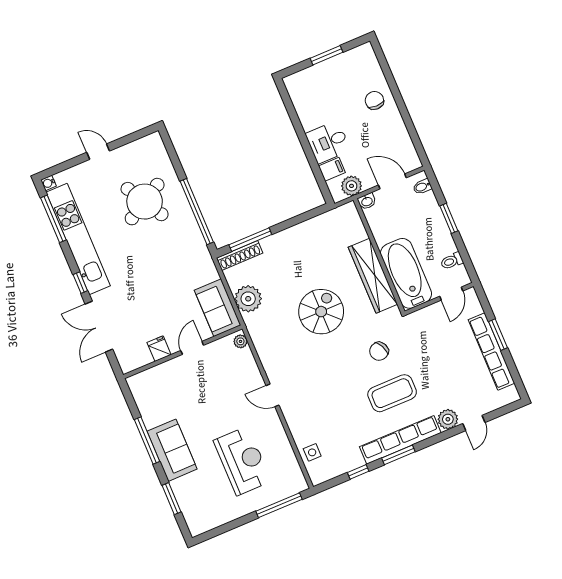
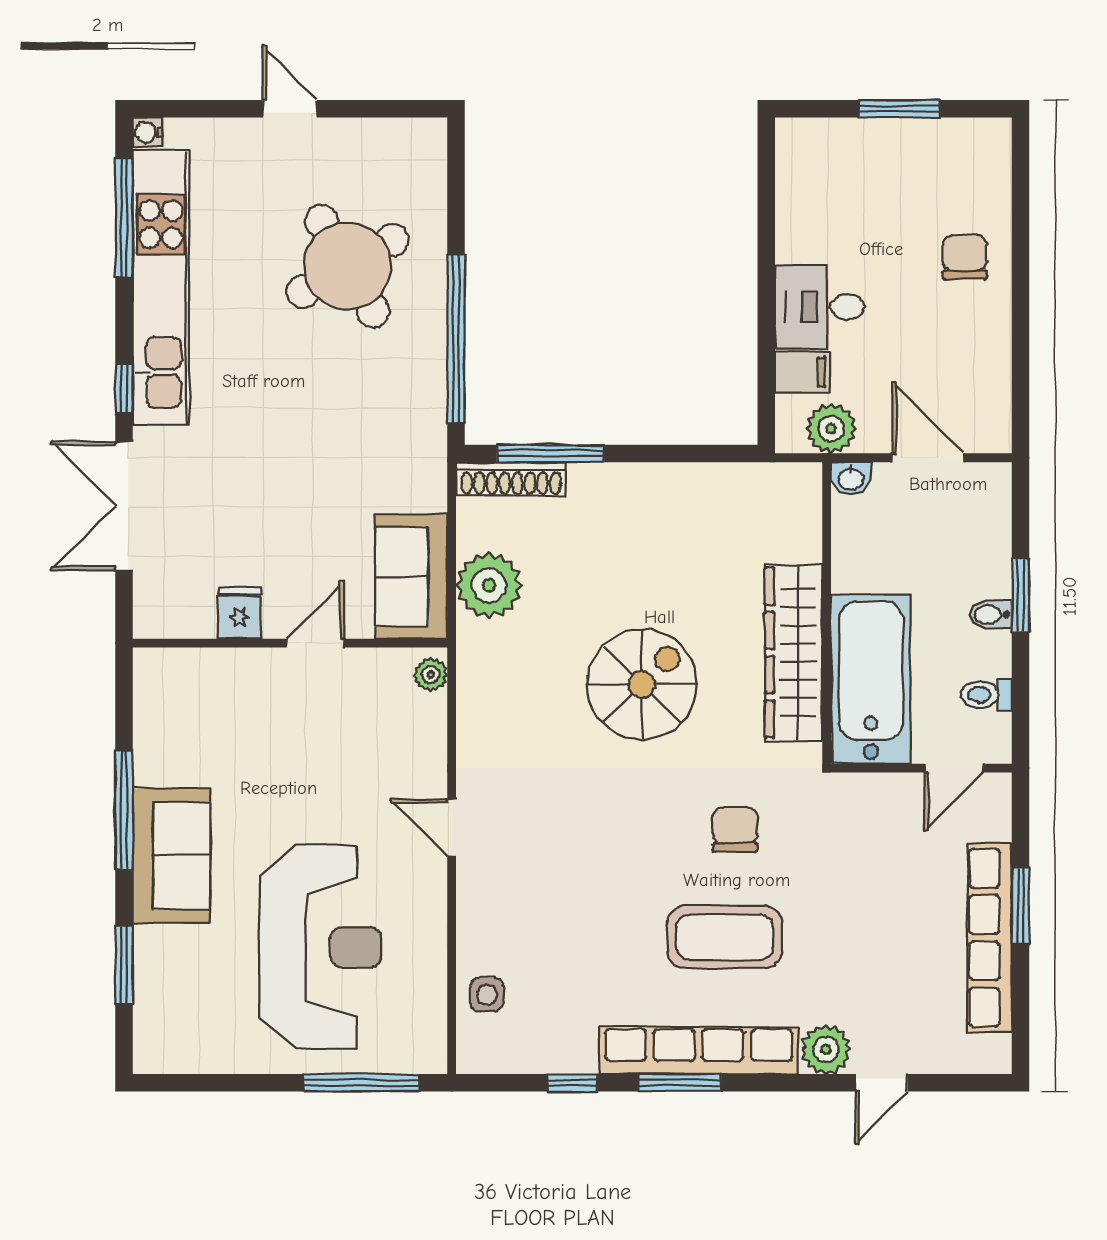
bidet: (422, 187) -> (991, 615), moved
chair: (379, 351) -> (735, 829), turned 115
reception desk: (242, 461) -> (321, 947), width x1.36, depth x1.30

